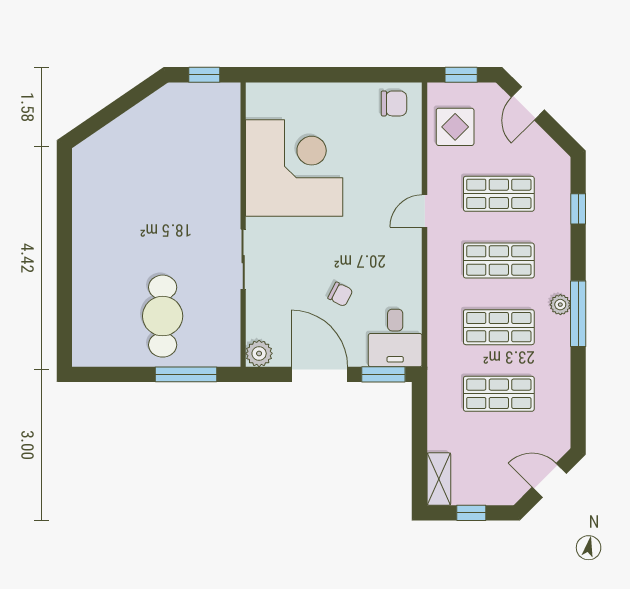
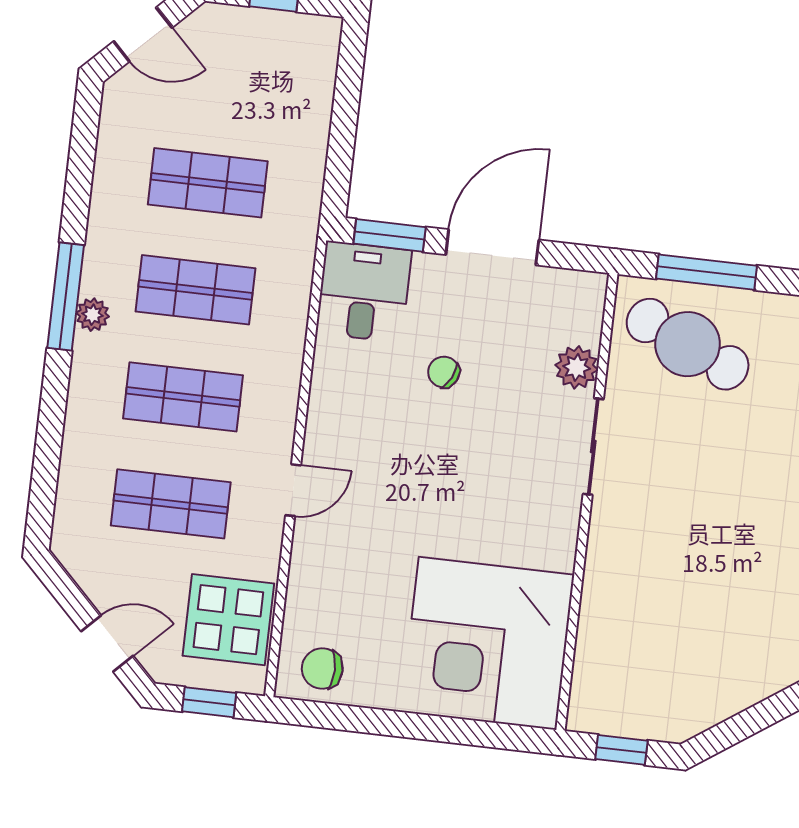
door: (528, 104) -> (107, 643), hinge flipped
display table: (455, 127) -> (228, 620), width x1.36, depth x1.36
corner desk: (294, 168) -> (488, 643), moved
window: (578, 209) -> (46, 465), removed
cafe table: (163, 316) -> (688, 344), moved, turned -66
plant: (259, 353) -> (577, 367), moved
door: (319, 374) -> (492, 247), swing flipped
shelving: (439, 479) -> (320, 57), removed

